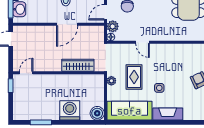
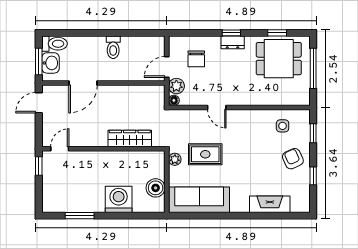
door: (67, 24) -> (83, 83), moved
rug: (134, 77) -> (205, 154), turned 90
side table: (159, 88) -> (283, 126), moved
boiler: (97, 113) -> (156, 188), moved
fireplace: (168, 114) -> (270, 204), moved

